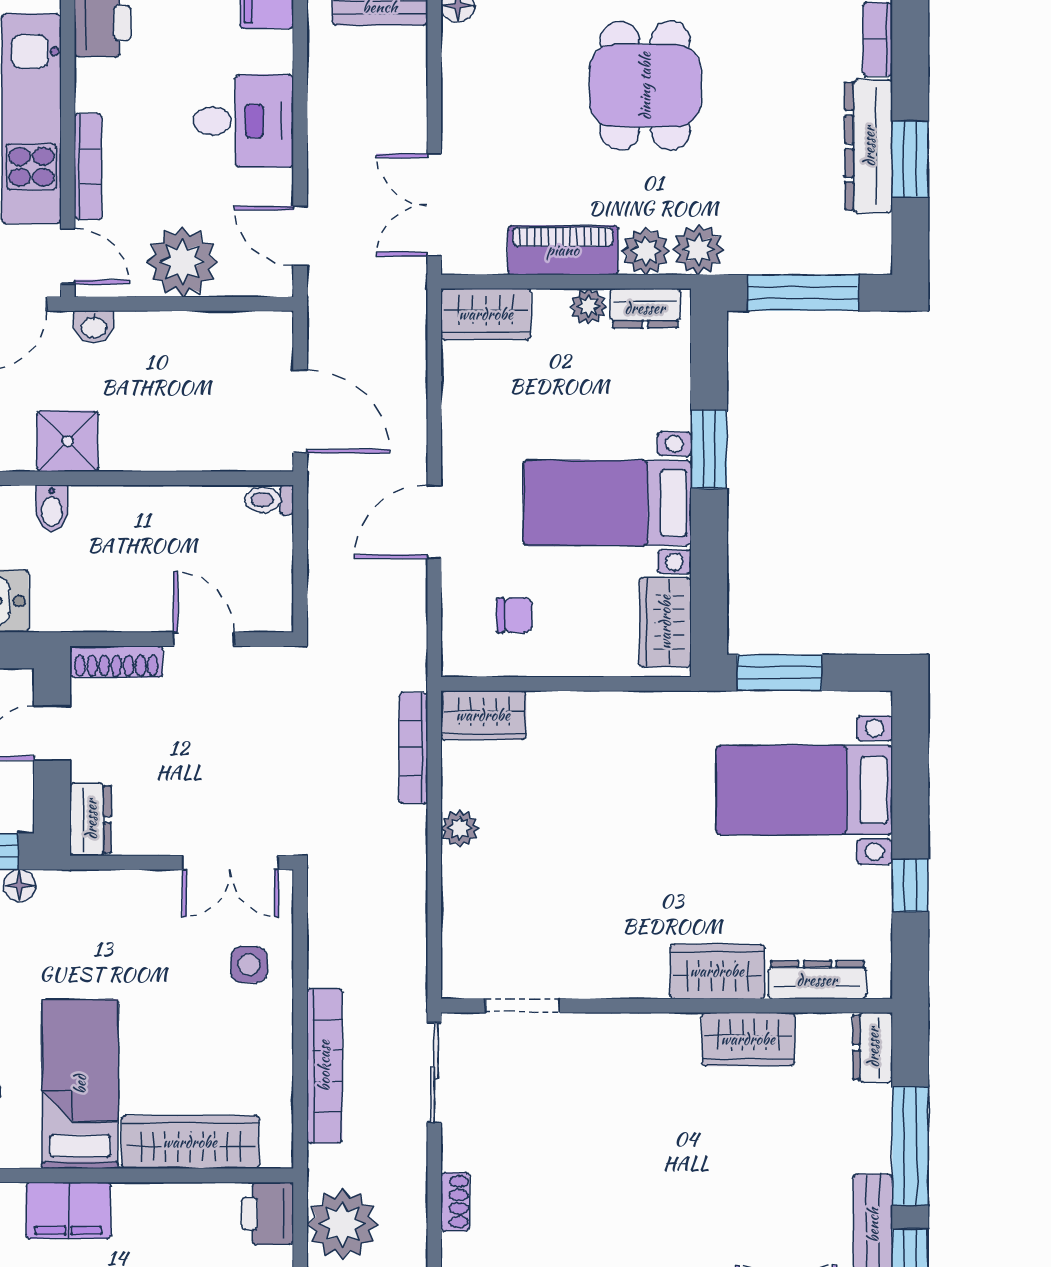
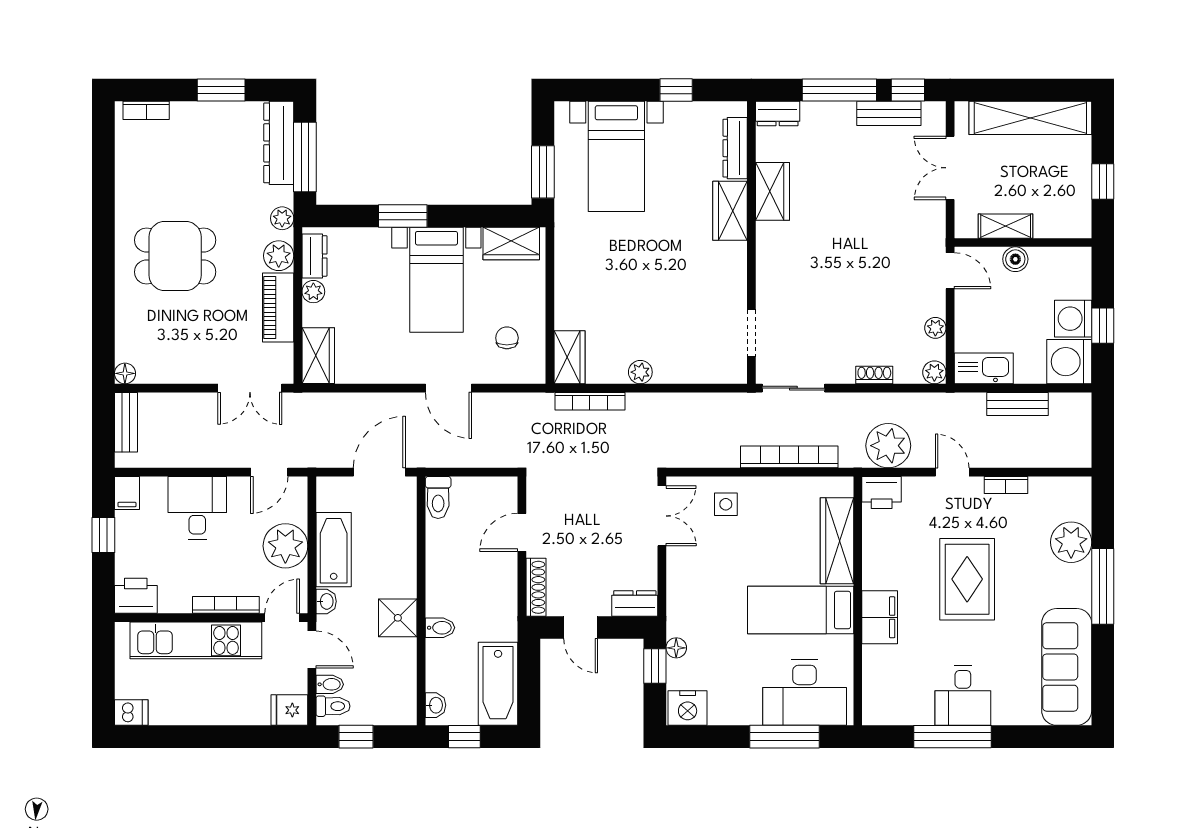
dresser: (869, 146) -> (279, 143), moved, turned 90
plant: (698, 250) -> (282, 218), width x0.73, depth x0.73
bathtub: (177, 339) -> (334, 550), added
toilet: (269, 500) -> (438, 497), width x1.37, depth x1.39

